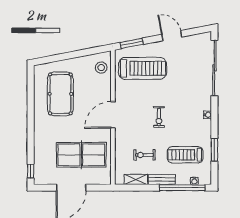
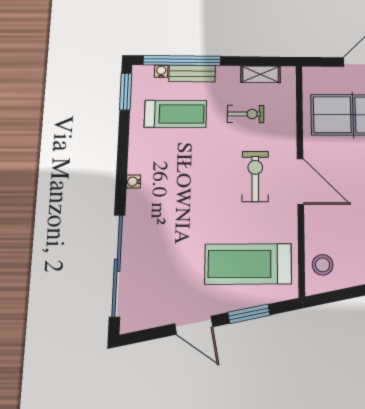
window: (132, 43) -> (249, 314), moved
door: (113, 115) -> (300, 181), hinge flipped
exercise bike: (159, 117) -> (255, 176), moved, width x1.38, depth x1.39
window: (214, 150) -> (126, 92), moved
bench: (162, 180) -> (192, 74), moved

